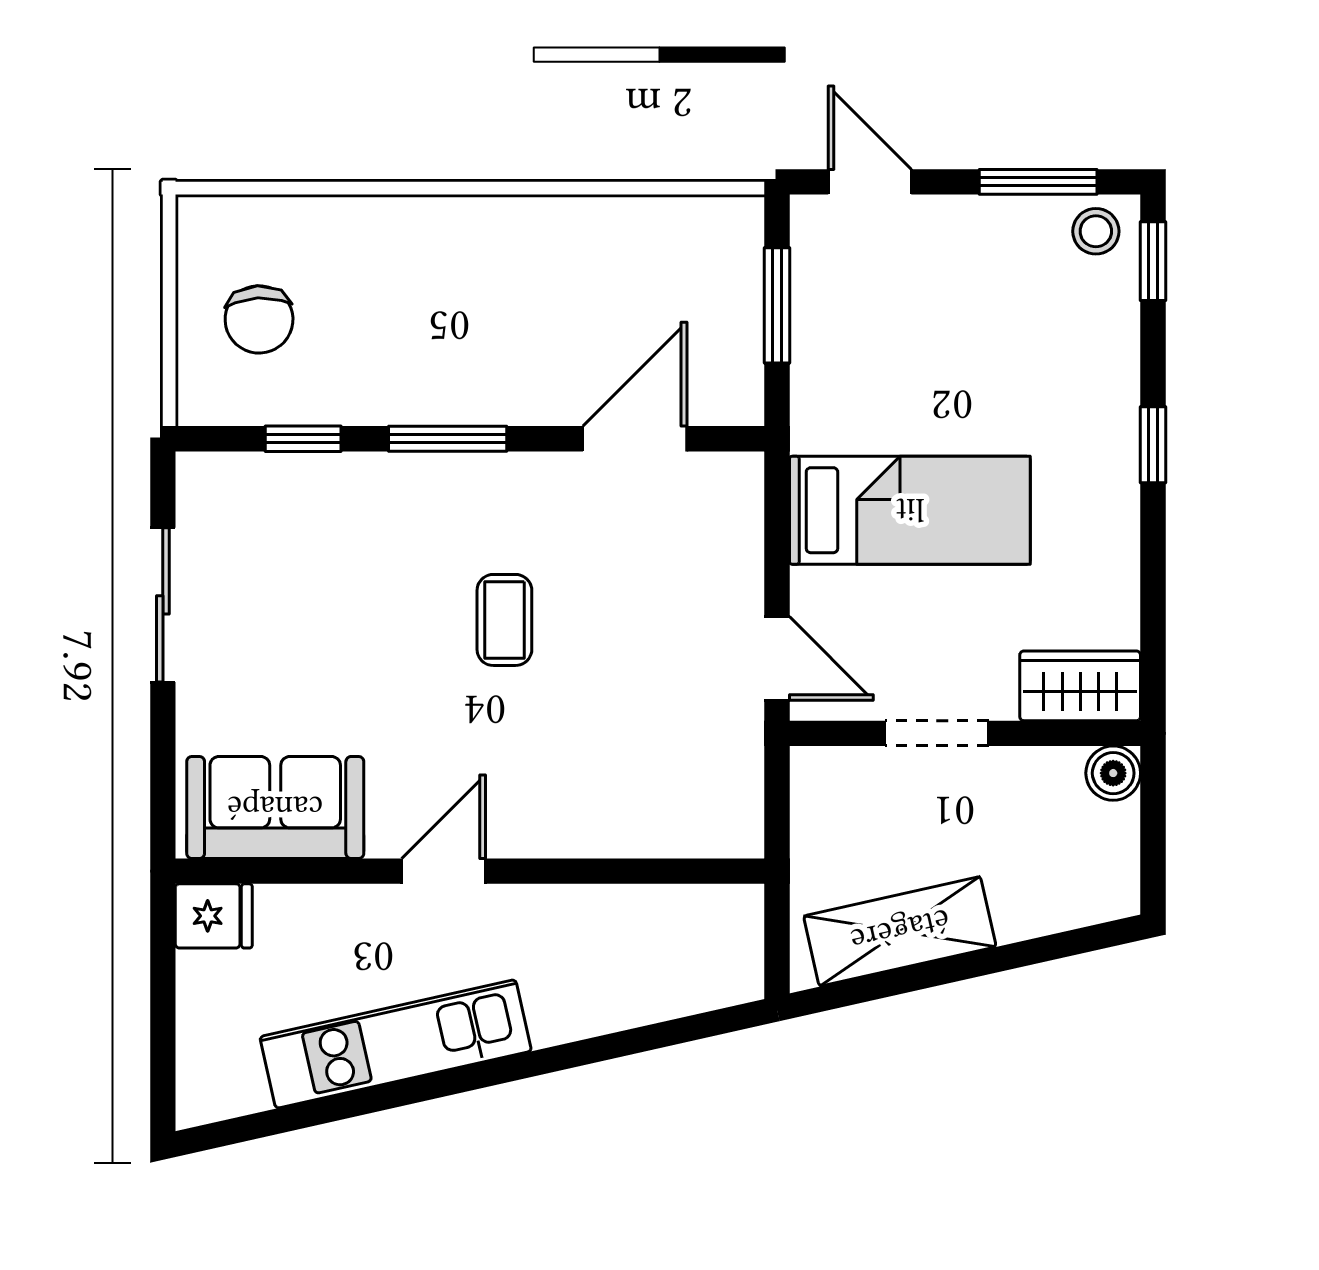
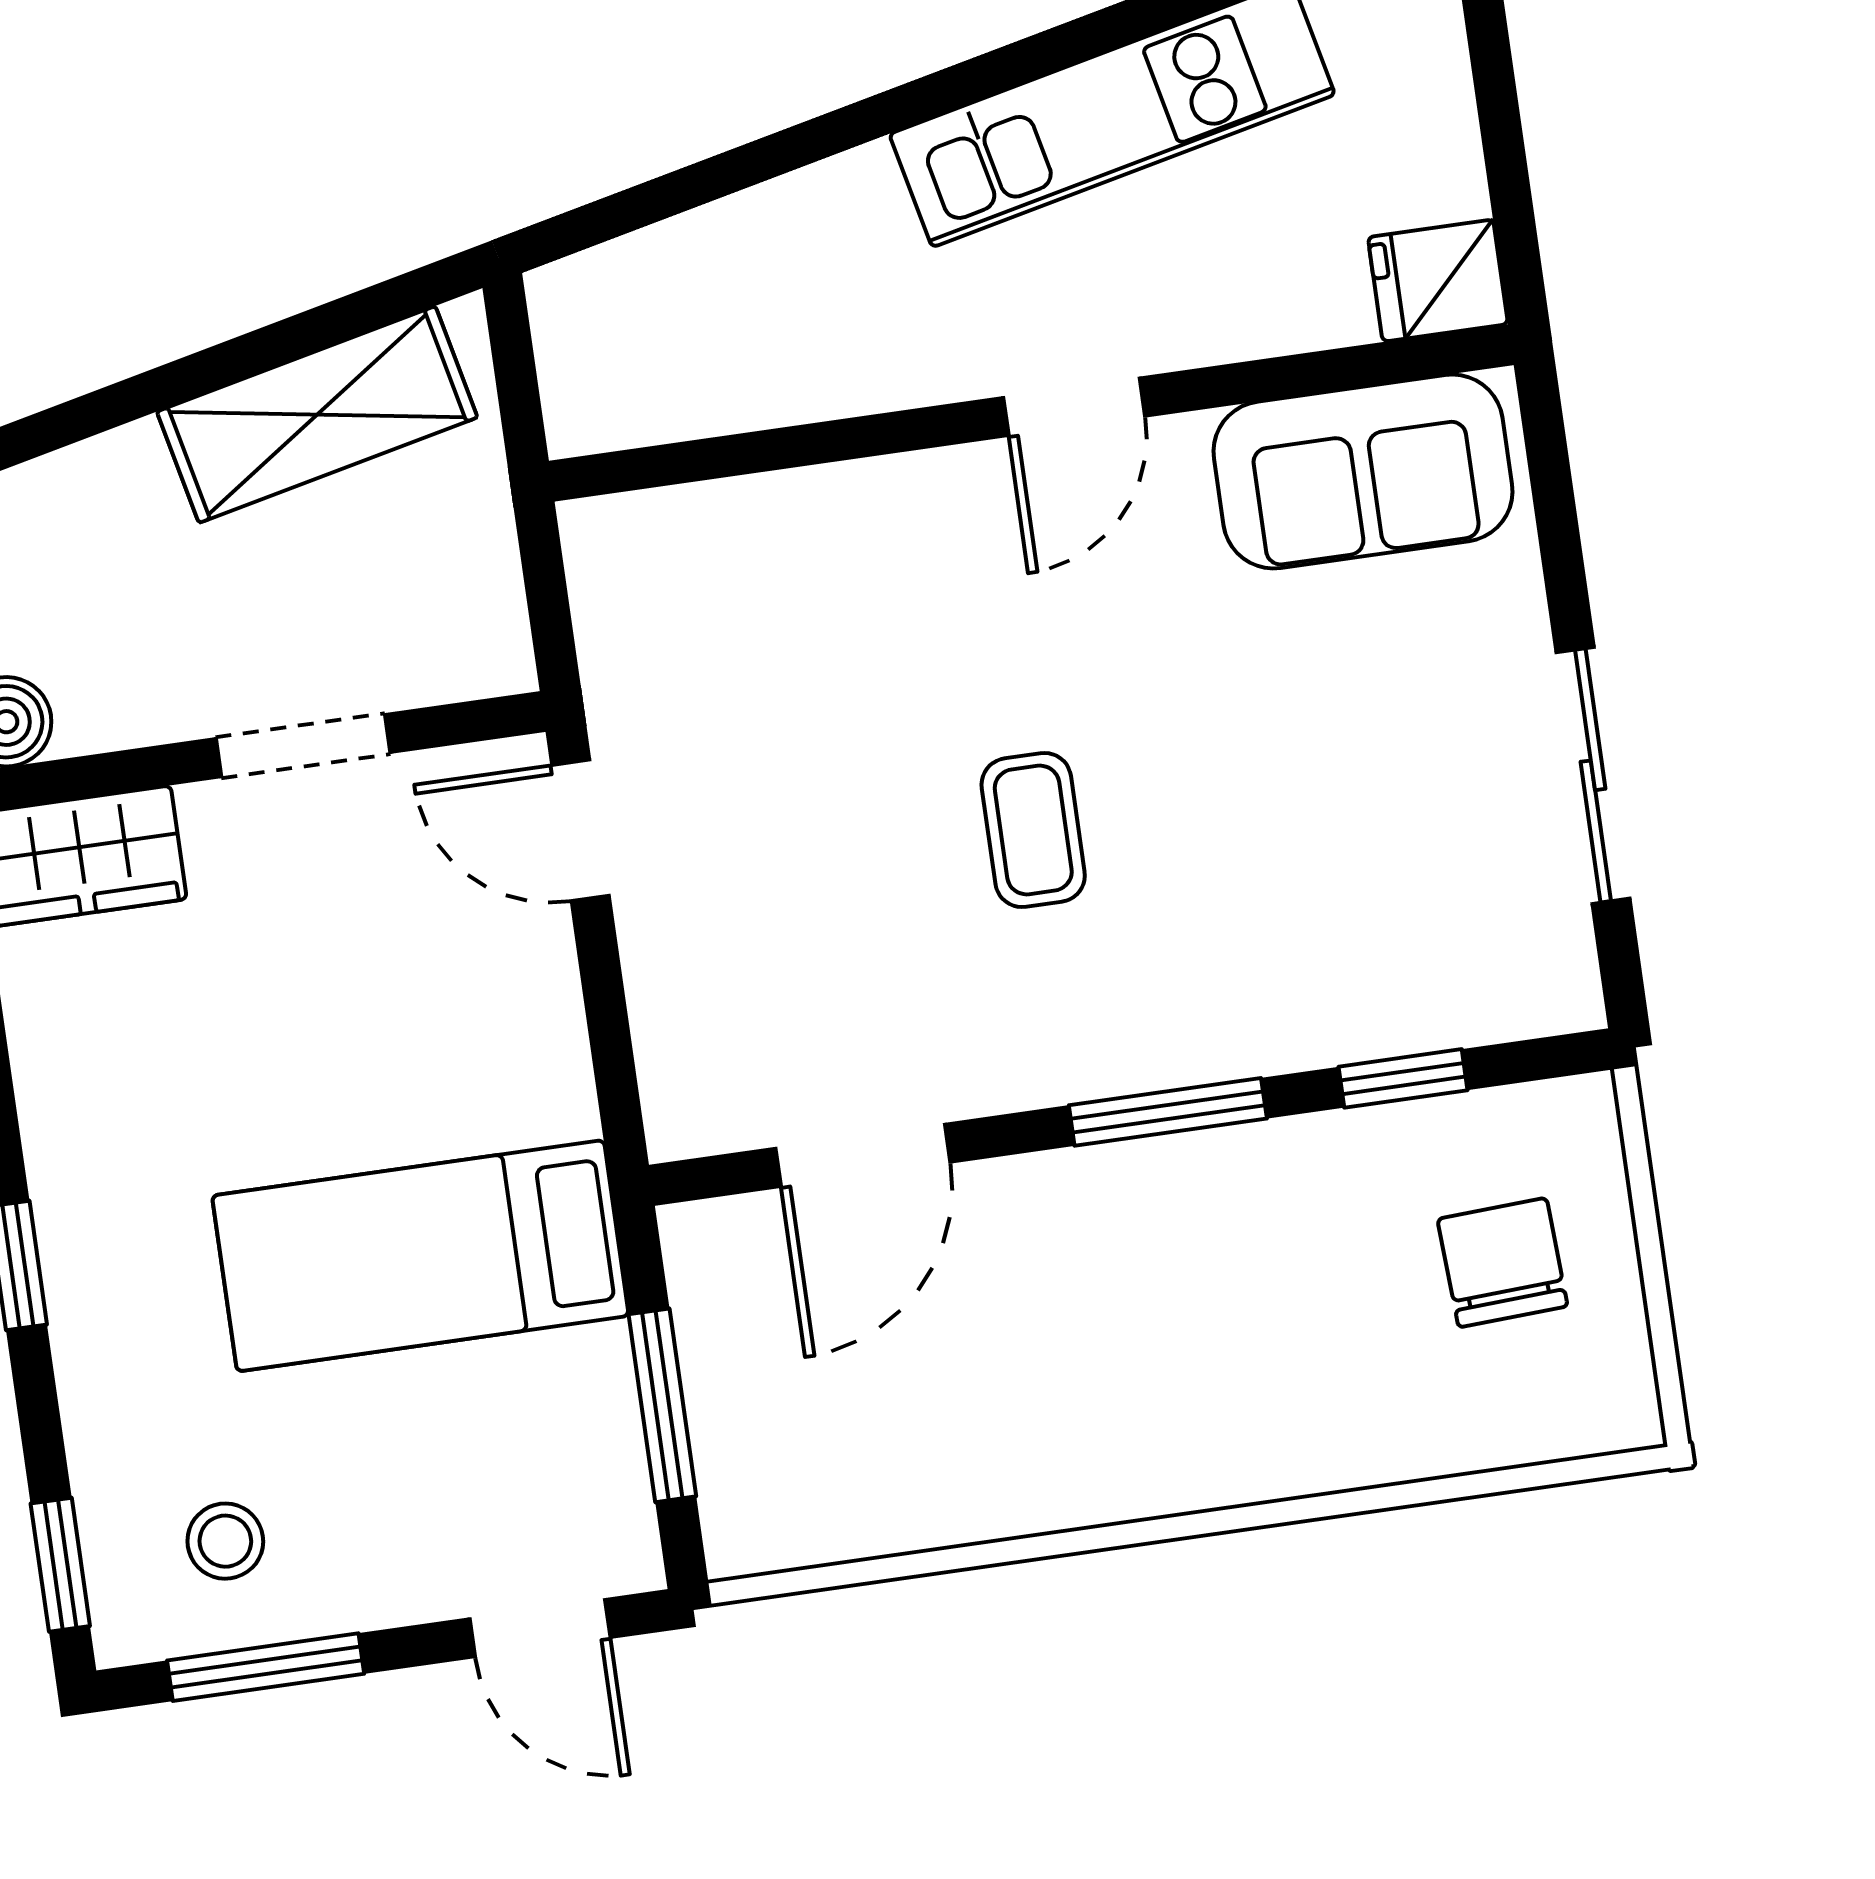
stool: (1096, 231) -> (225, 1541), moved
bed: (910, 510) -> (420, 1256), moved

